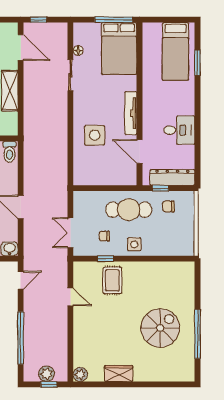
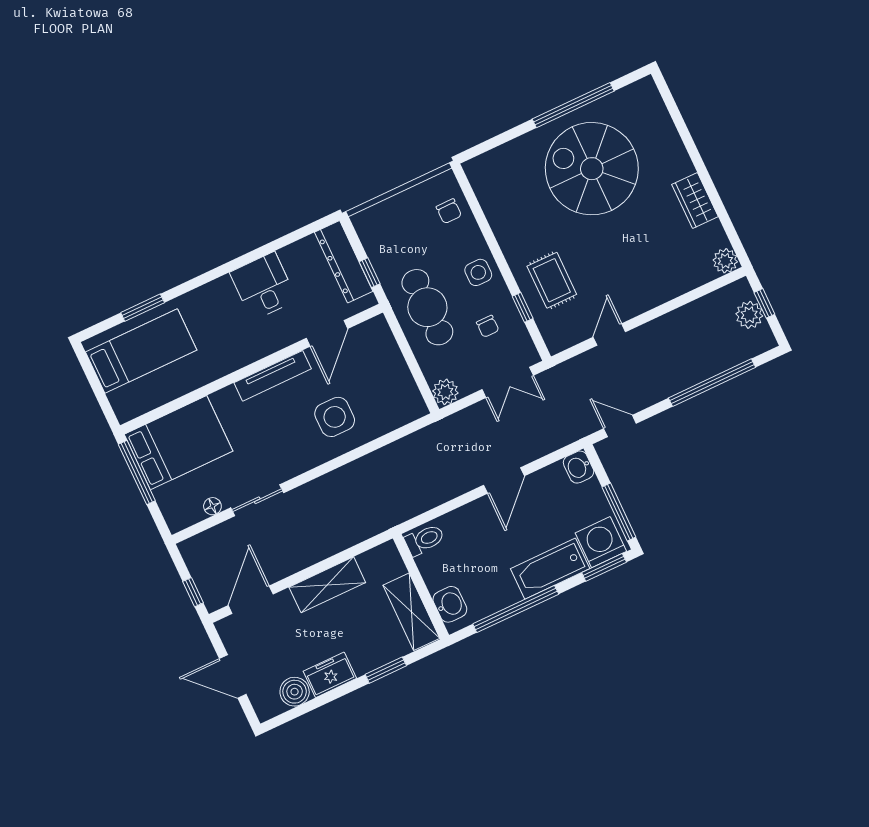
plant: (81, 198) -> (445, 392), added
chair: (168, 206) -> (449, 211), moved
rug: (112, 280) -> (552, 280), turned 90
spiral stairs: (160, 328) -> (592, 169), width x1.37, depth x1.37

